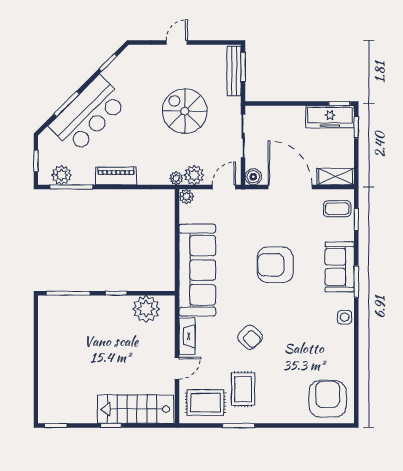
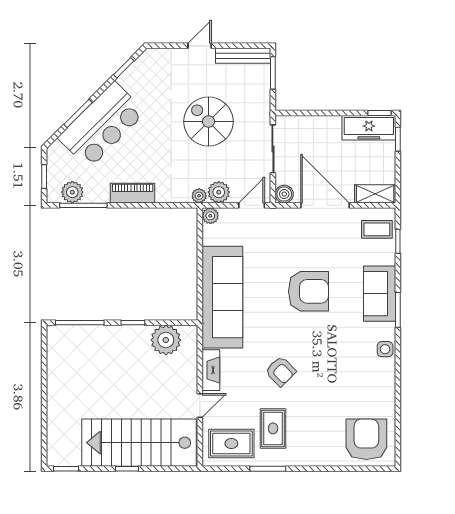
bench: (234, 71) -> (243, 56), moved, turned 90
armchair: (275, 265) -> (308, 291), turned 180
stairs: (136, 409) -> (139, 443), width x1.36, depth x1.51

